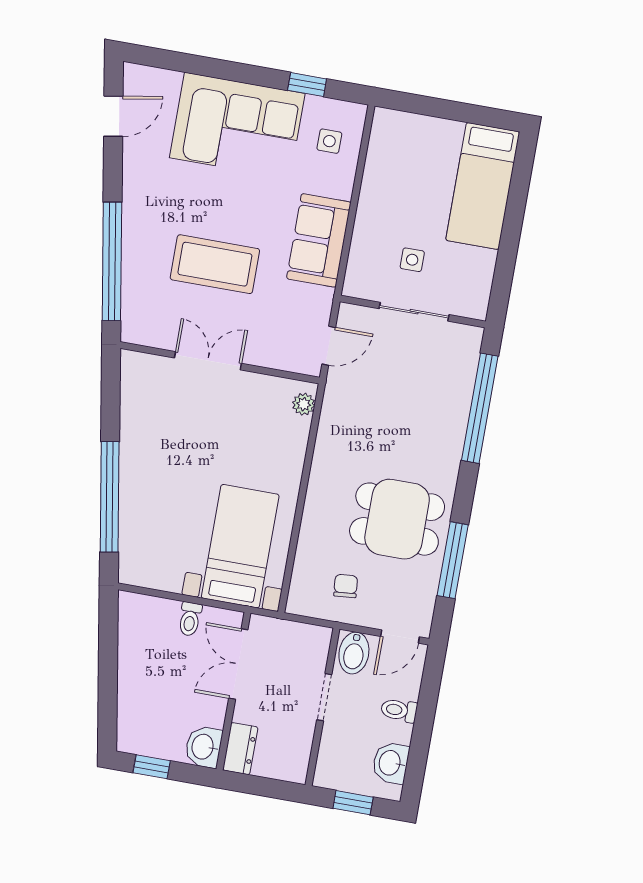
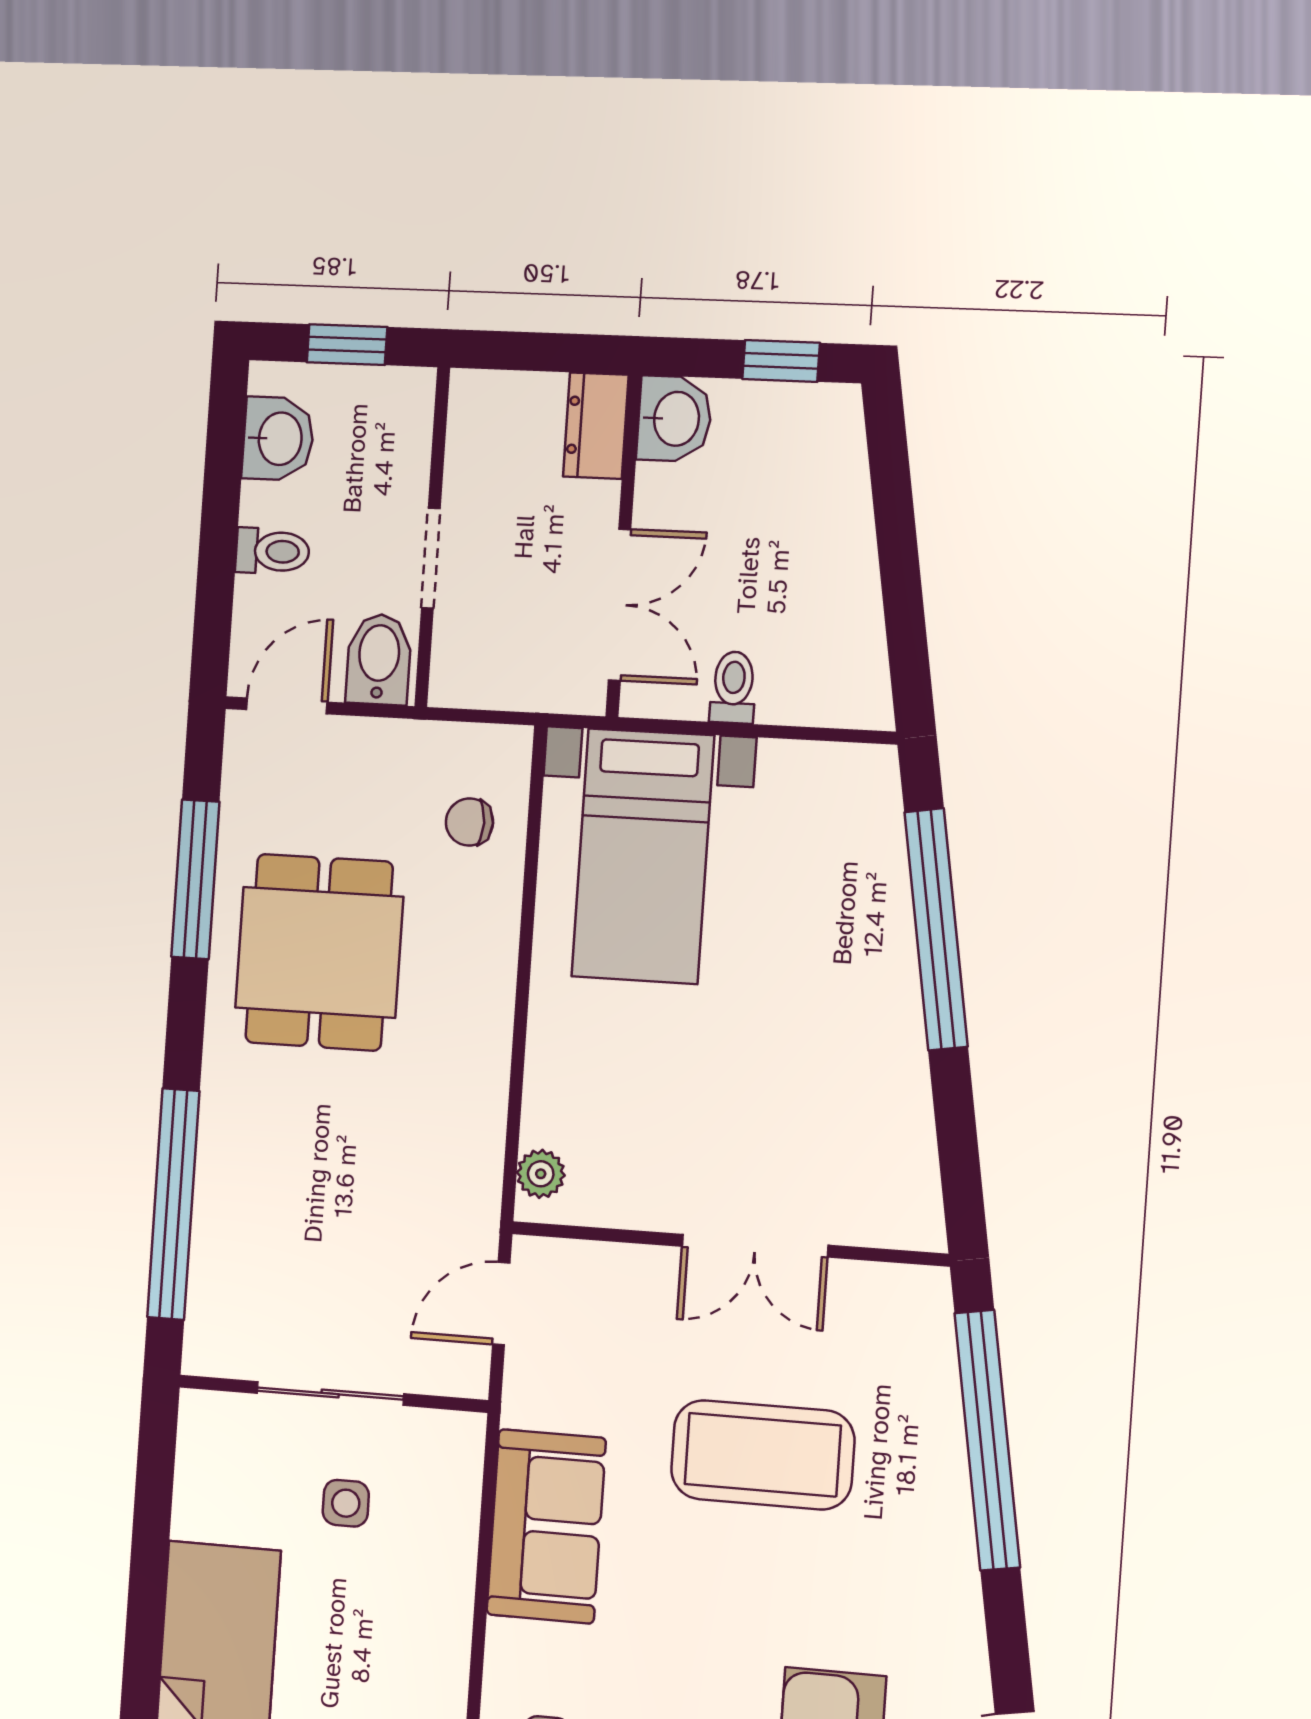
dining table: (397, 519) -> (319, 952), turned 90
chair: (346, 586) -> (469, 822), moved, turned 95

